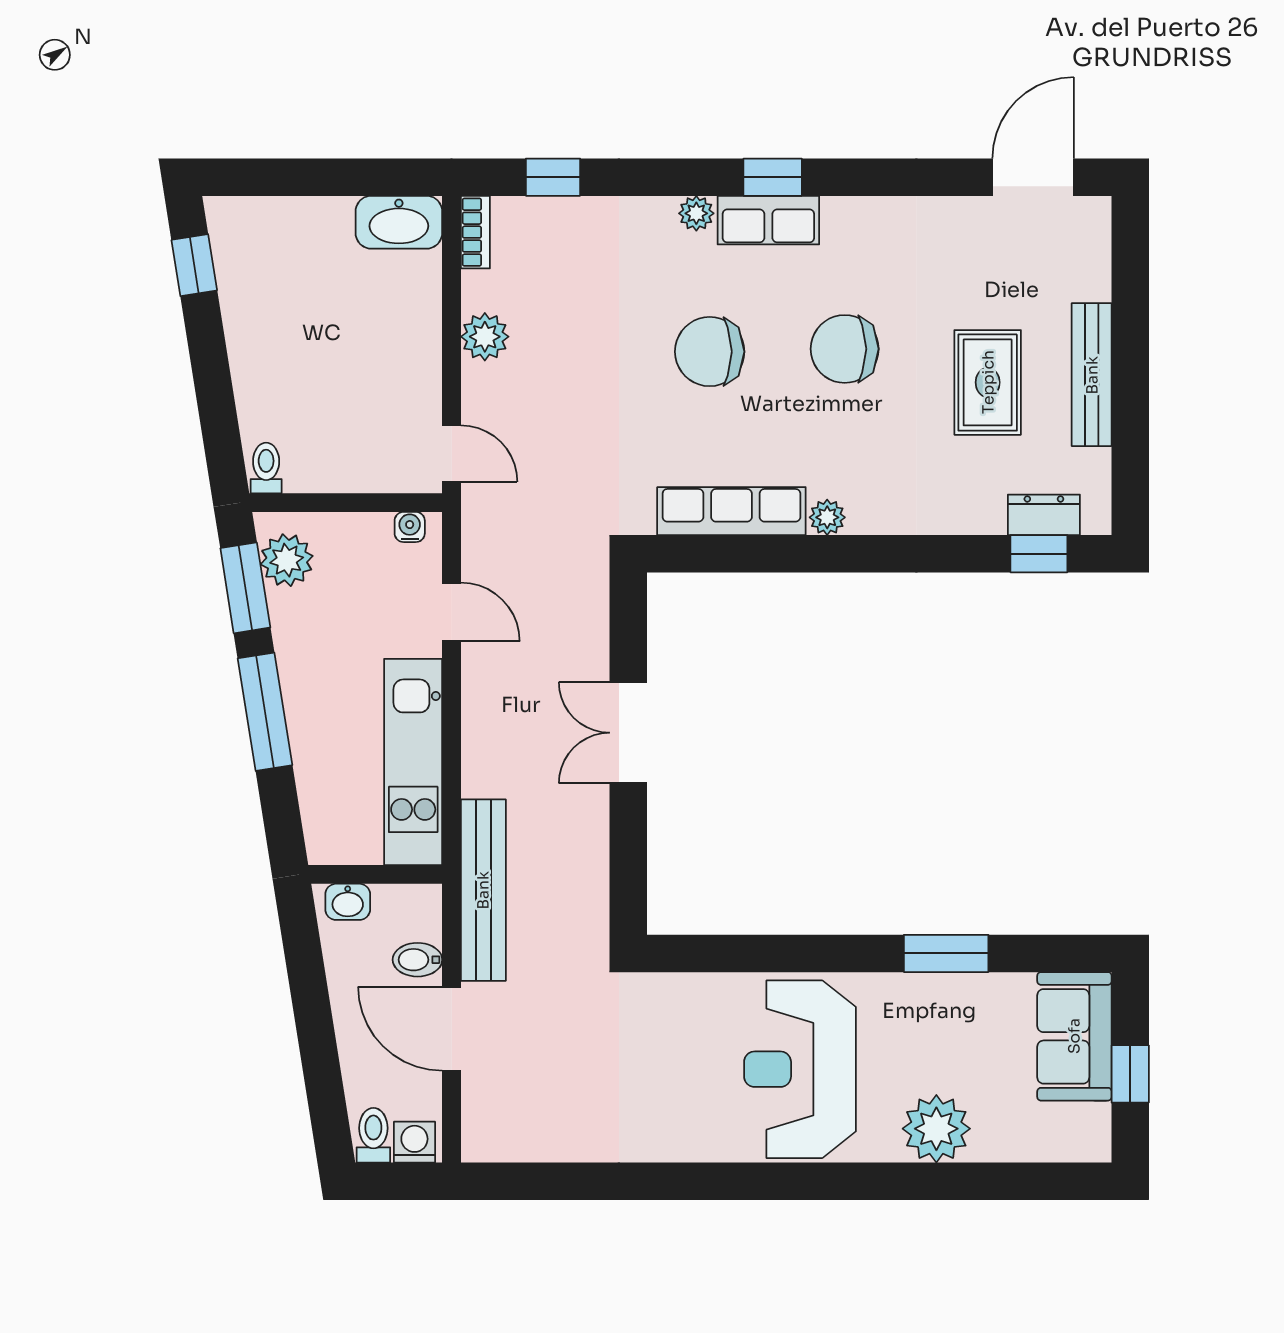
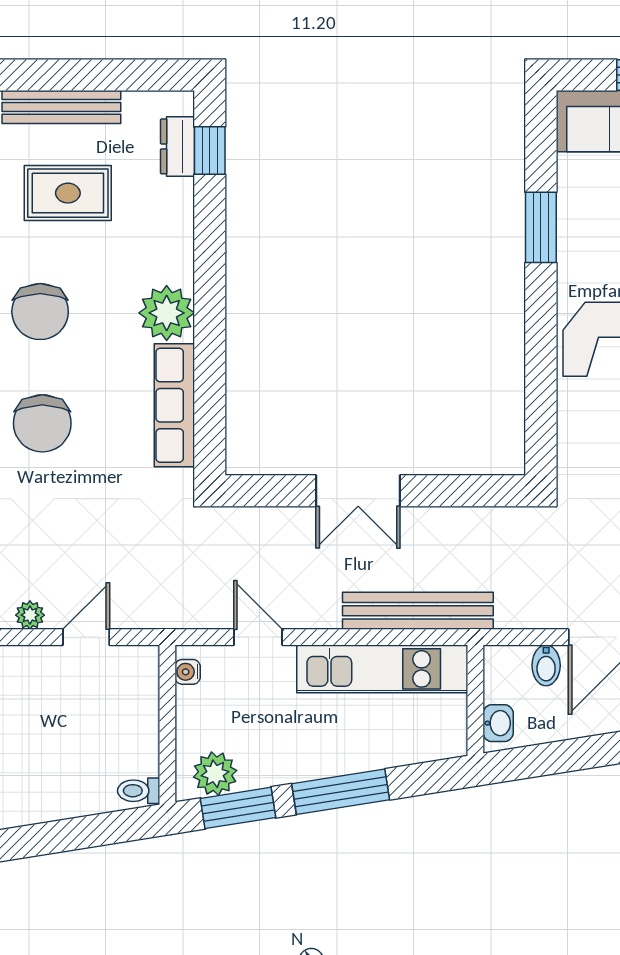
plant: (485, 337) -> (30, 615), width x0.73, depth x0.73
door: (452, 454) -> (86, 637), moved
plant: (827, 517) -> (167, 313), width x1.88, depth x1.88
door: (452, 612) -> (258, 637), hinge flipped
bench: (483, 890) -> (418, 611), moved

